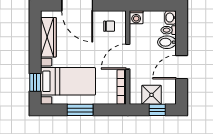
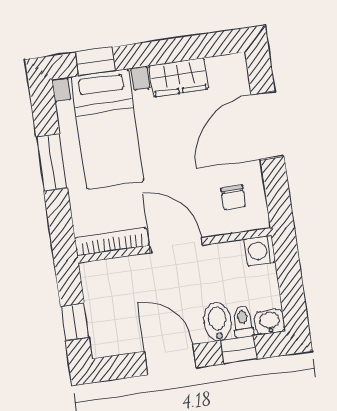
window: (182, 34) -> (239, 350), added
wardrobe: (48, 37) -> (179, 77), width x0.67
shower: (151, 95) -> (104, 305), removed

